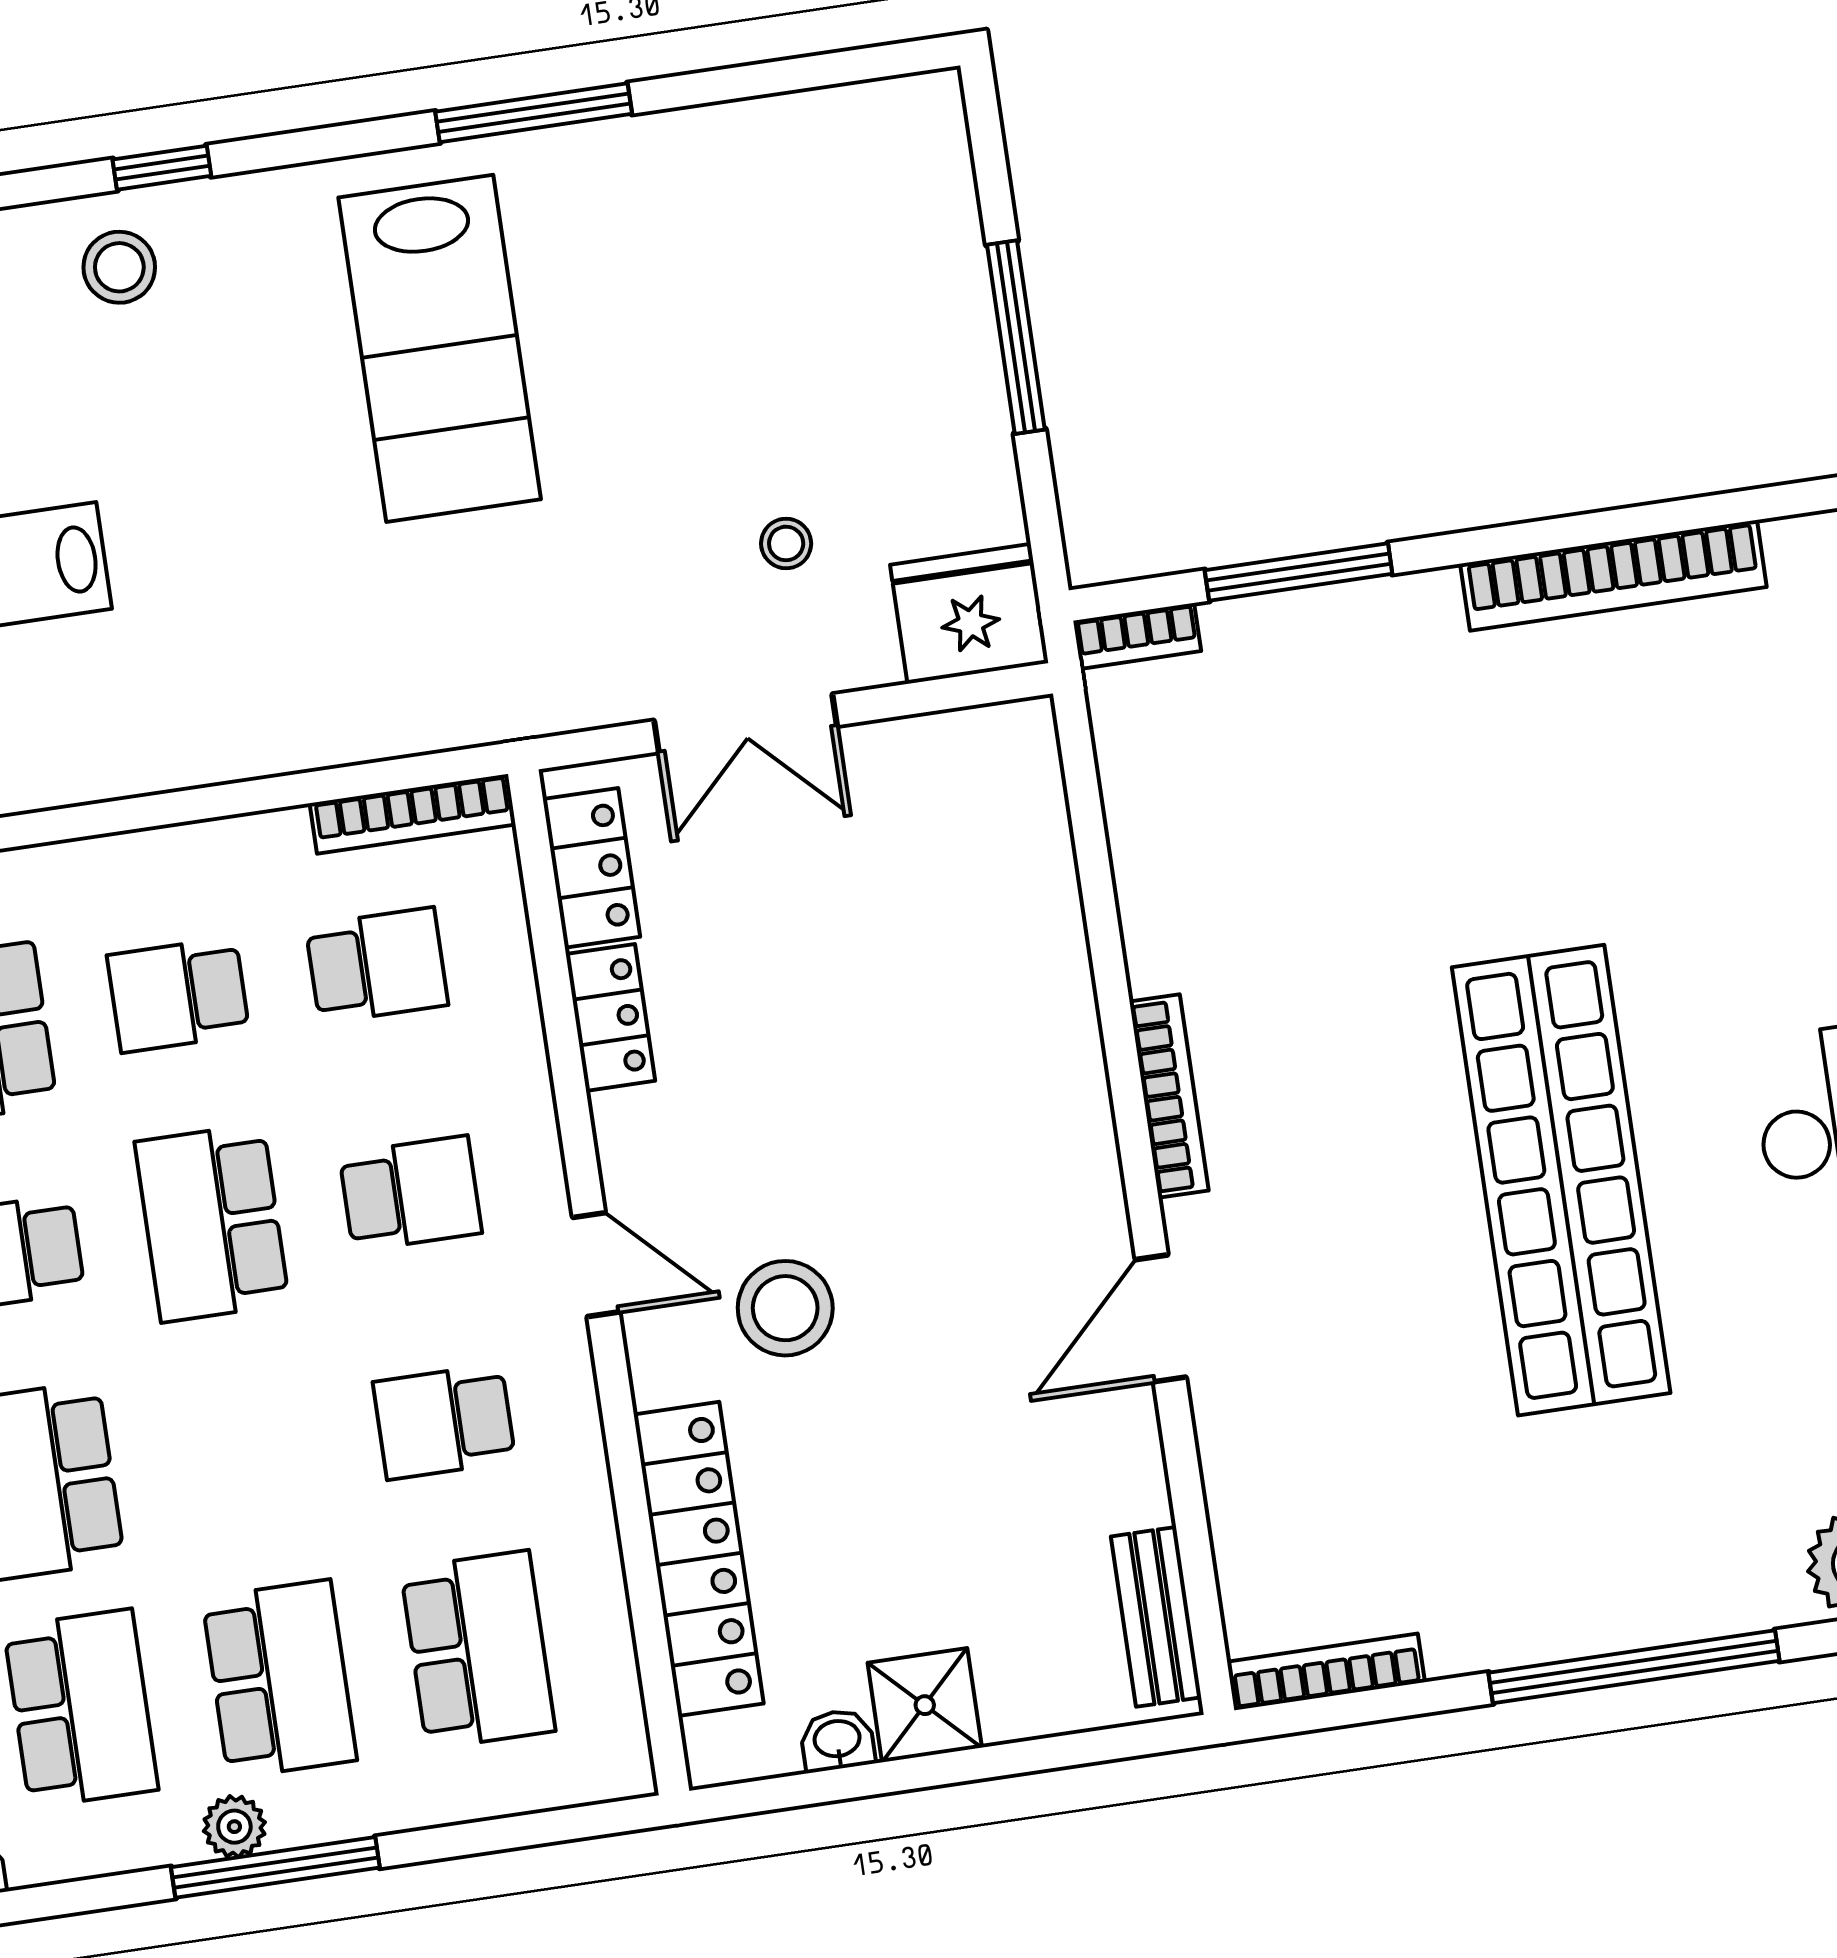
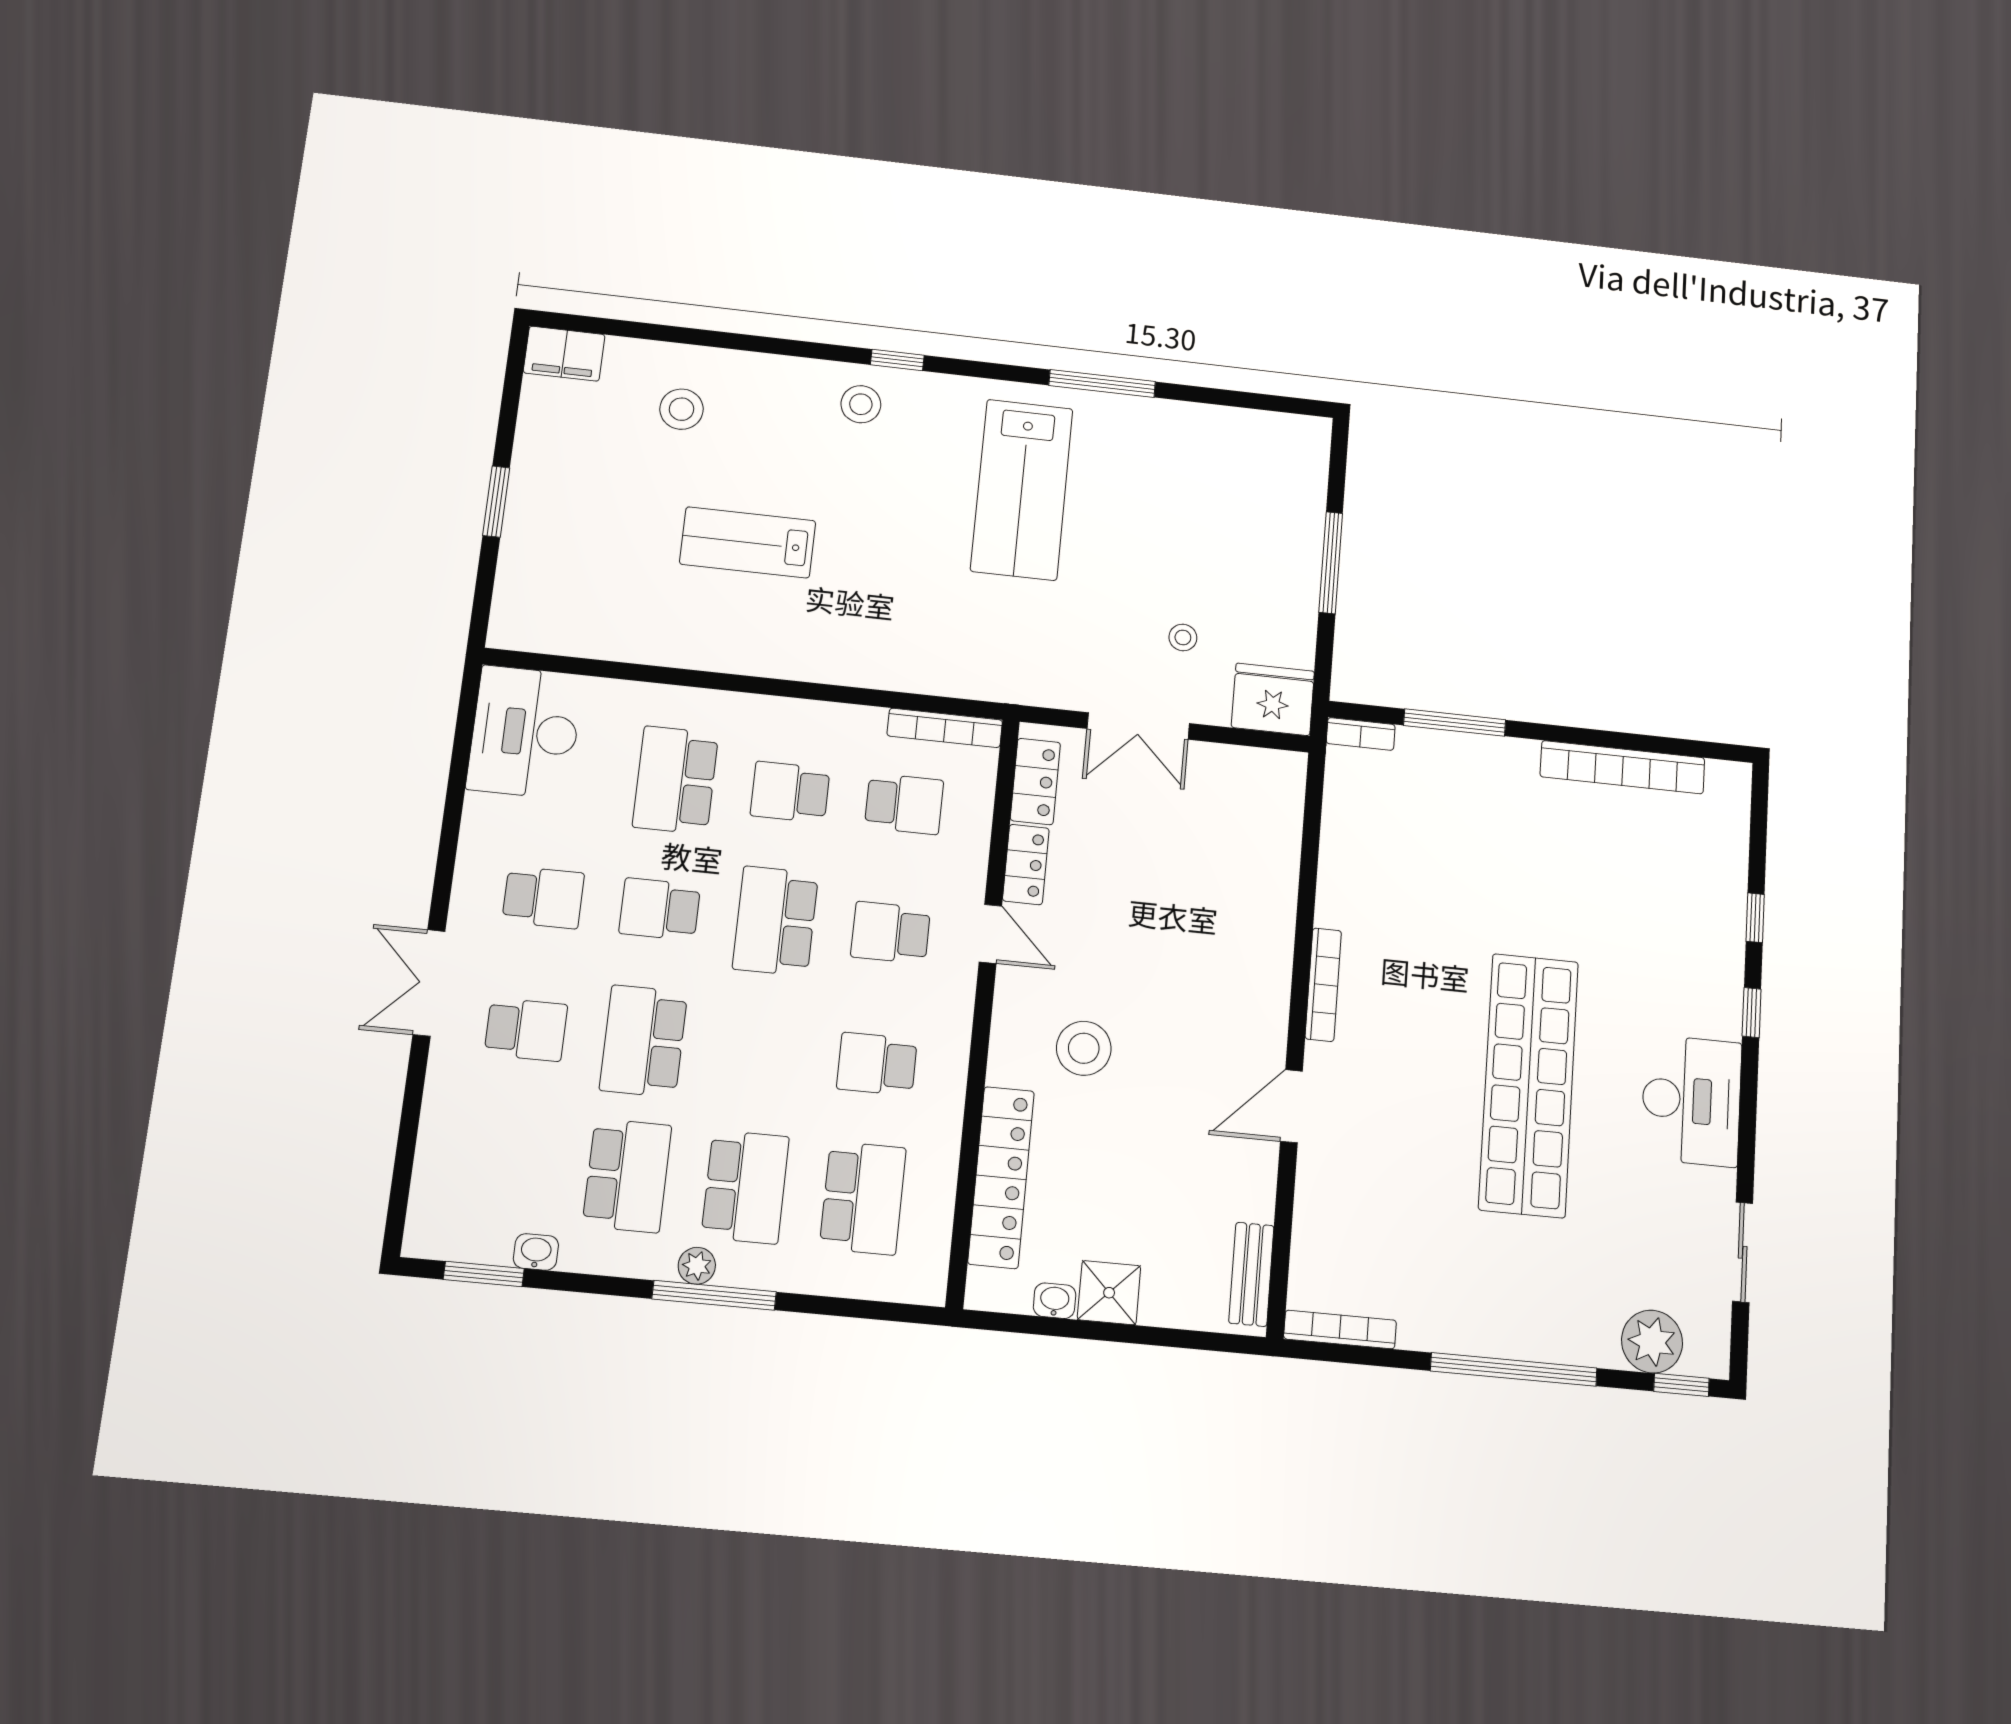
school desk: (411, 1194) -> (891, 933), turned 180
door: (596, 1265) -> (990, 934), moved

